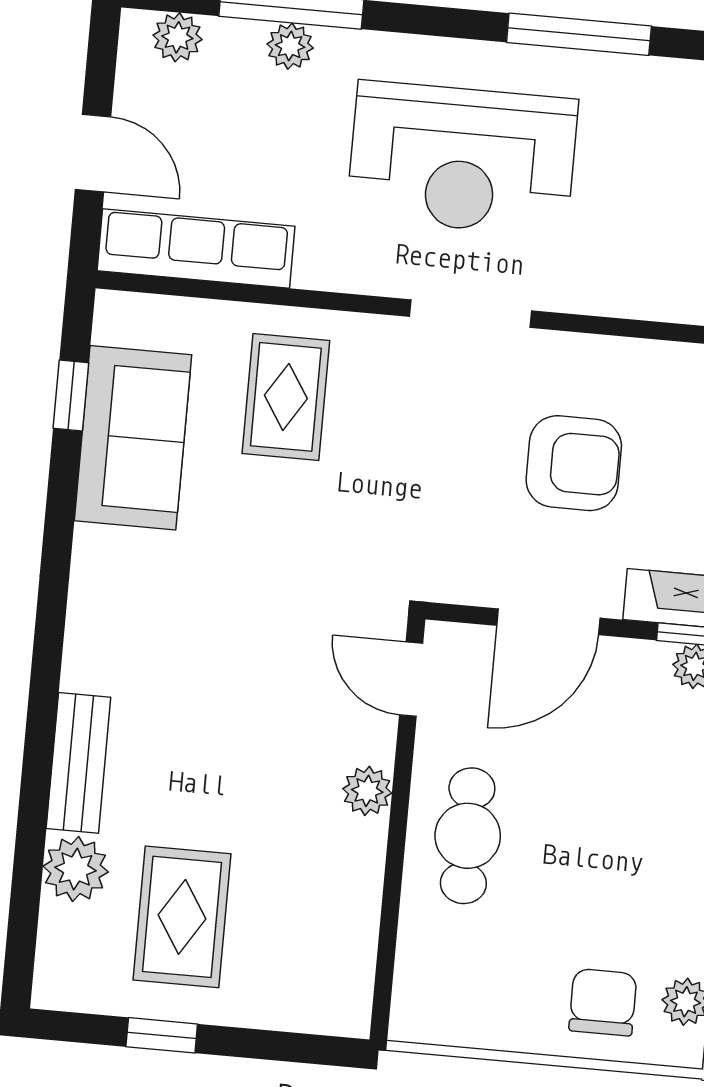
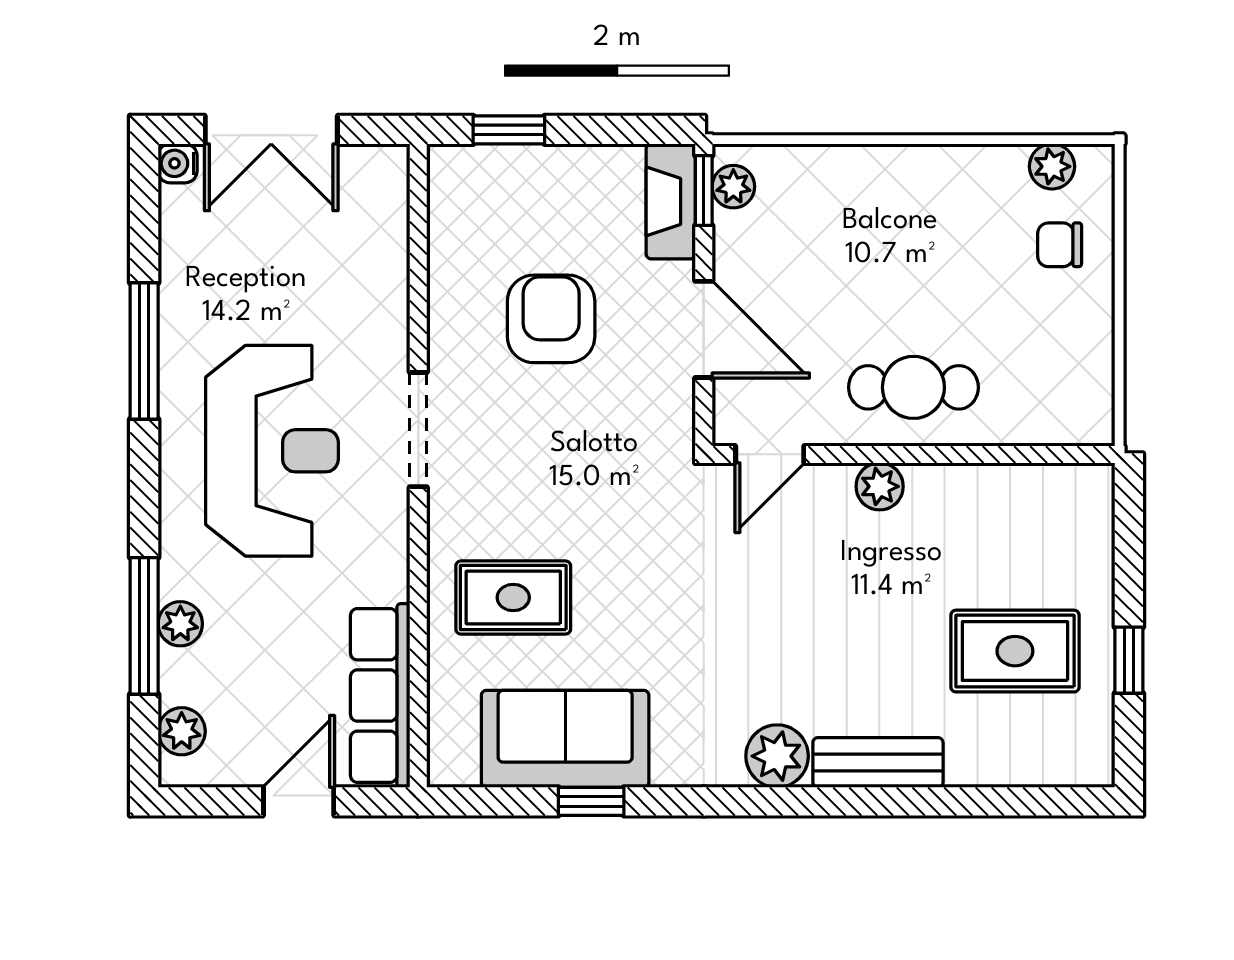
window: (71, 395) -> (591, 801), moved
plant: (76, 869) -> (777, 756), moved
chair: (603, 1002) -> (1060, 245), width x0.73, depth x0.73

